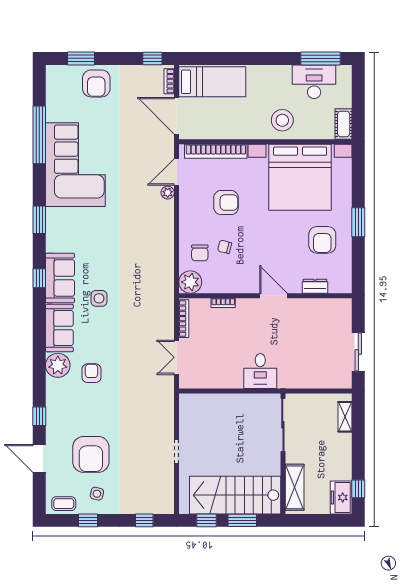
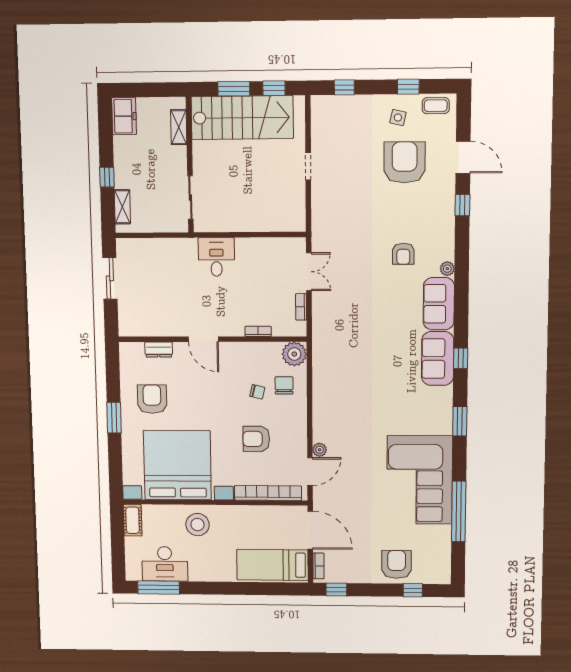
window: (81, 58) -> (413, 590), width x0.67
side table: (99, 298) -> (395, 336), removed
bookcase: (184, 319) -> (301, 307), width x0.64
plant: (58, 365) -> (447, 269), width x0.53, depth x0.53
sliding door: (283, 425) -> (190, 197), width x0.73
shelving: (295, 487) -> (179, 127), width x0.67, depth x0.75
window: (358, 489) -> (107, 177), moved

